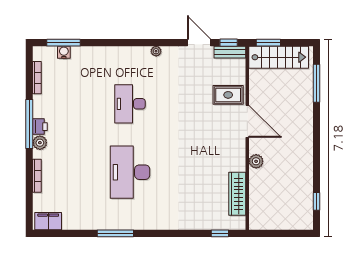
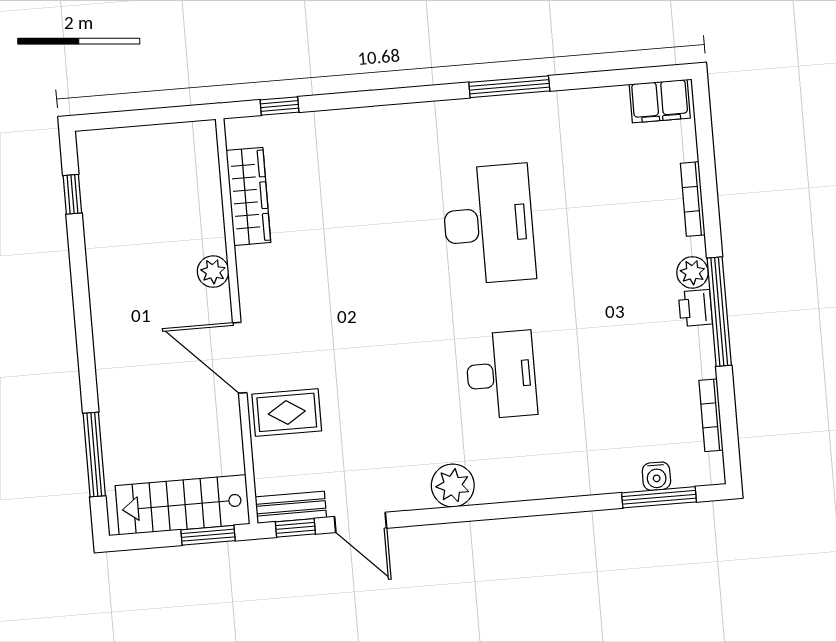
plant: (156, 51) -> (453, 485), width x1.88, depth x1.88

